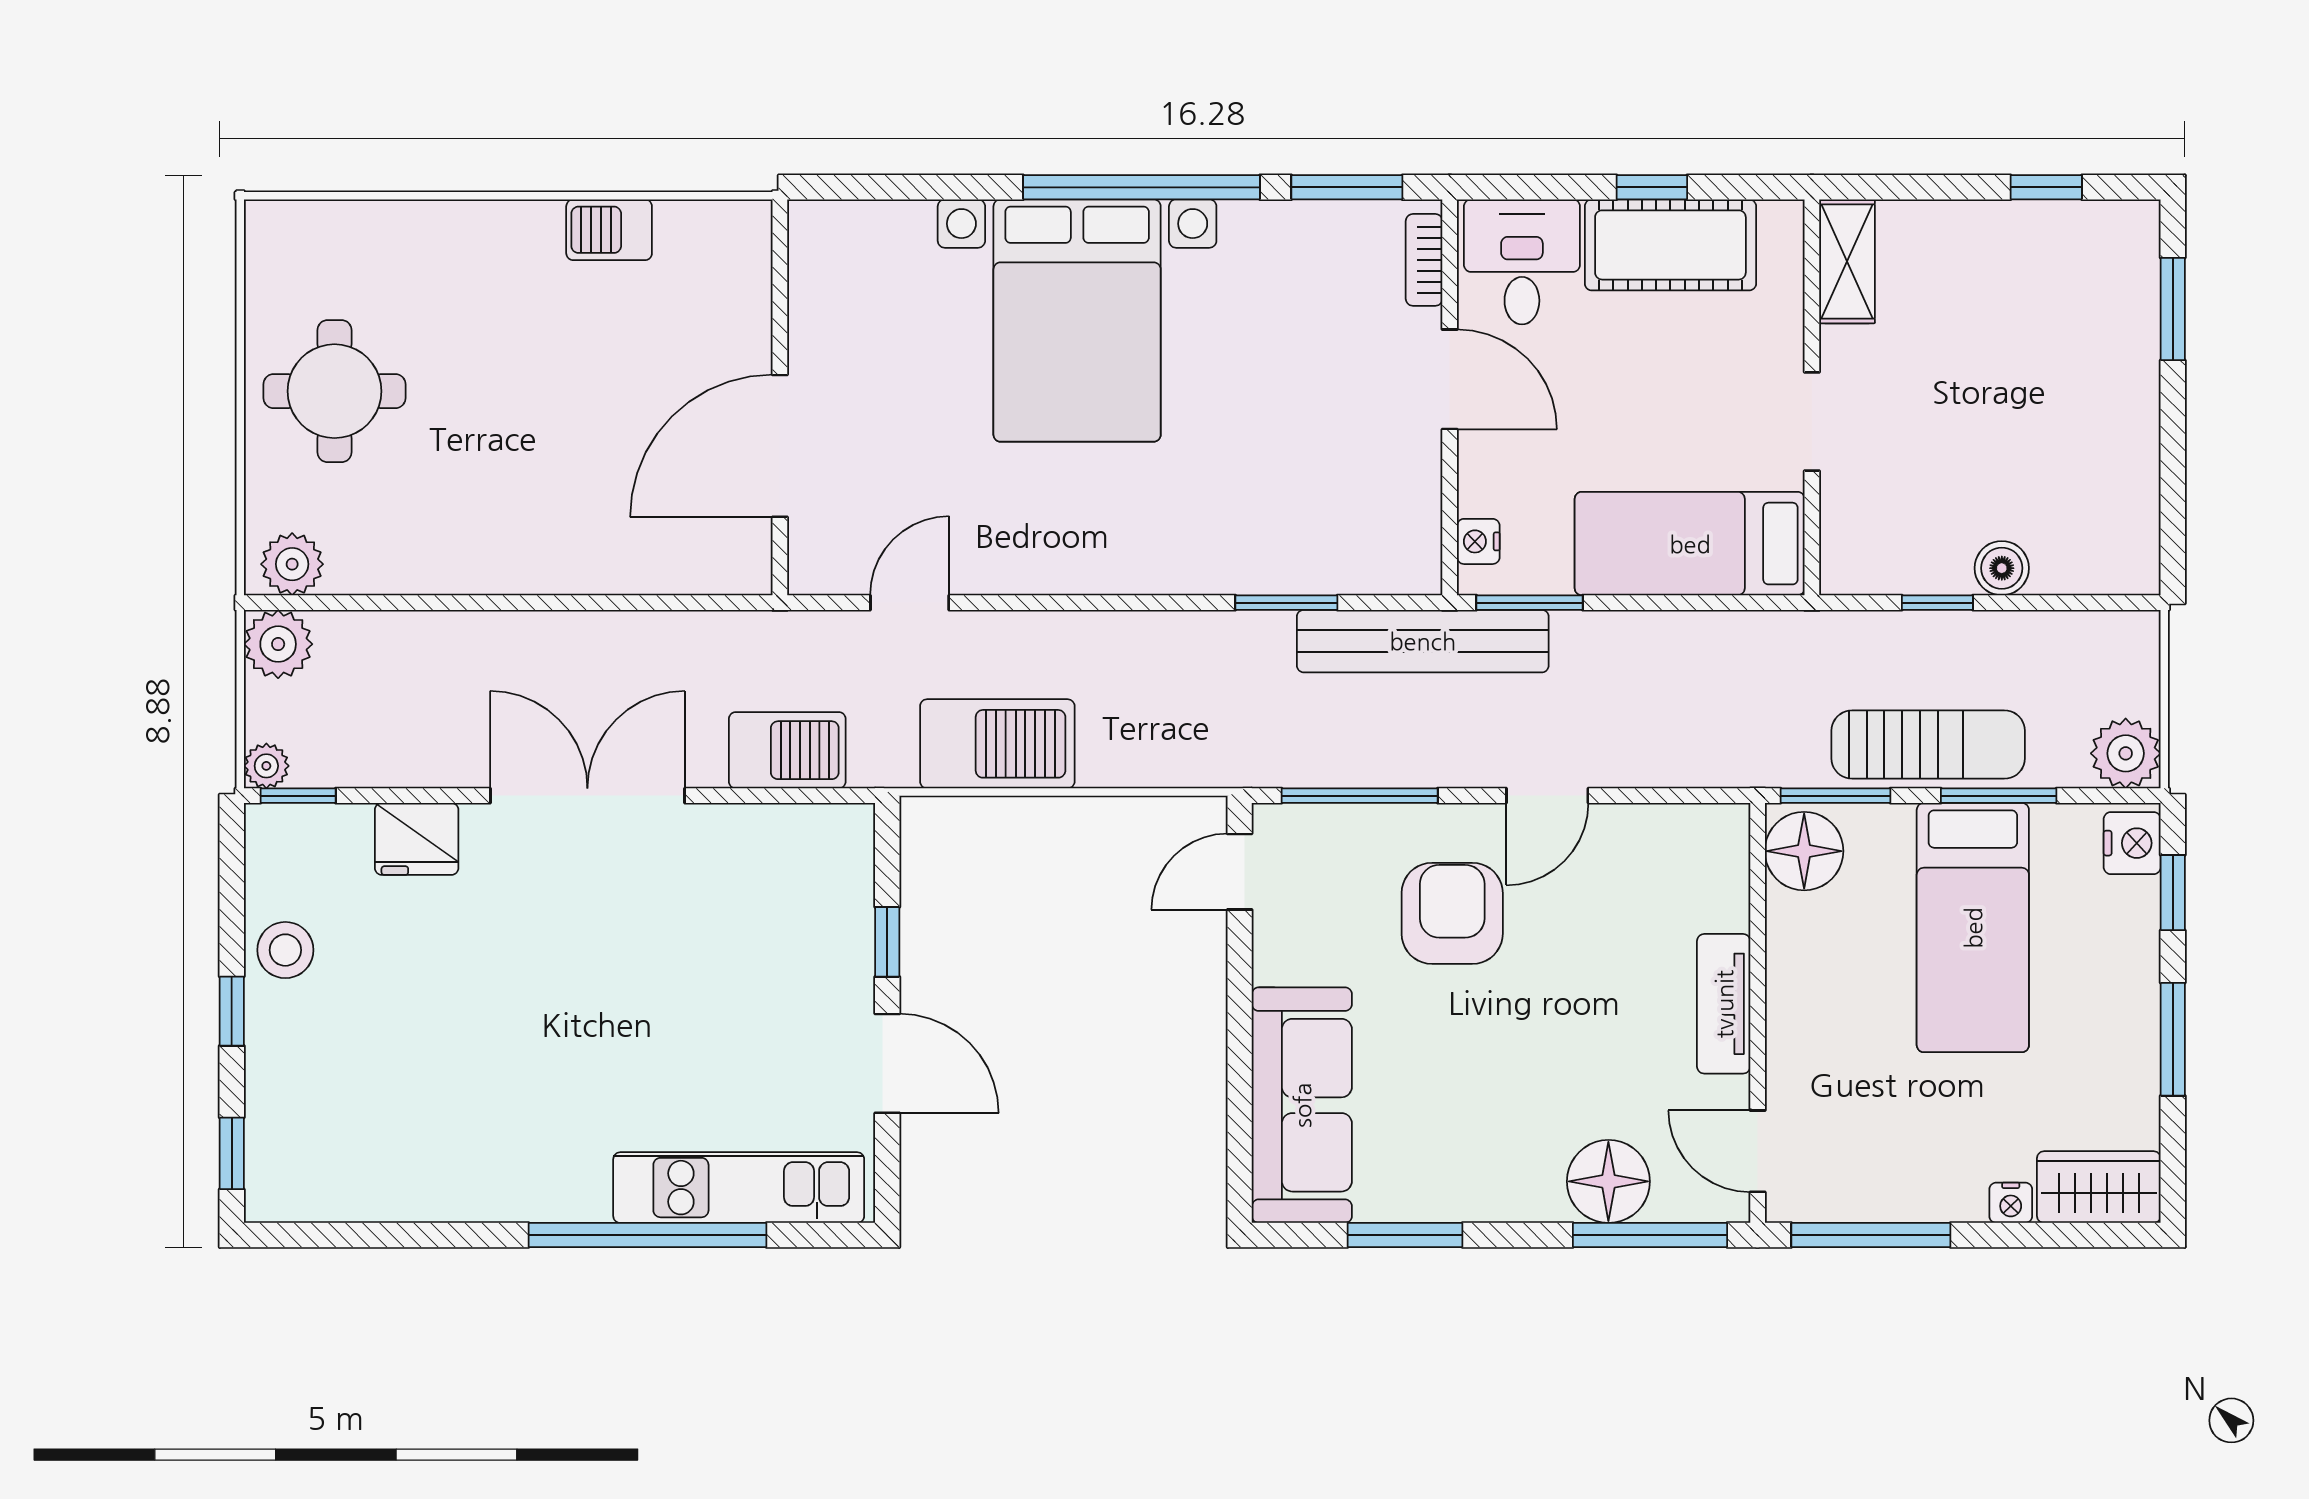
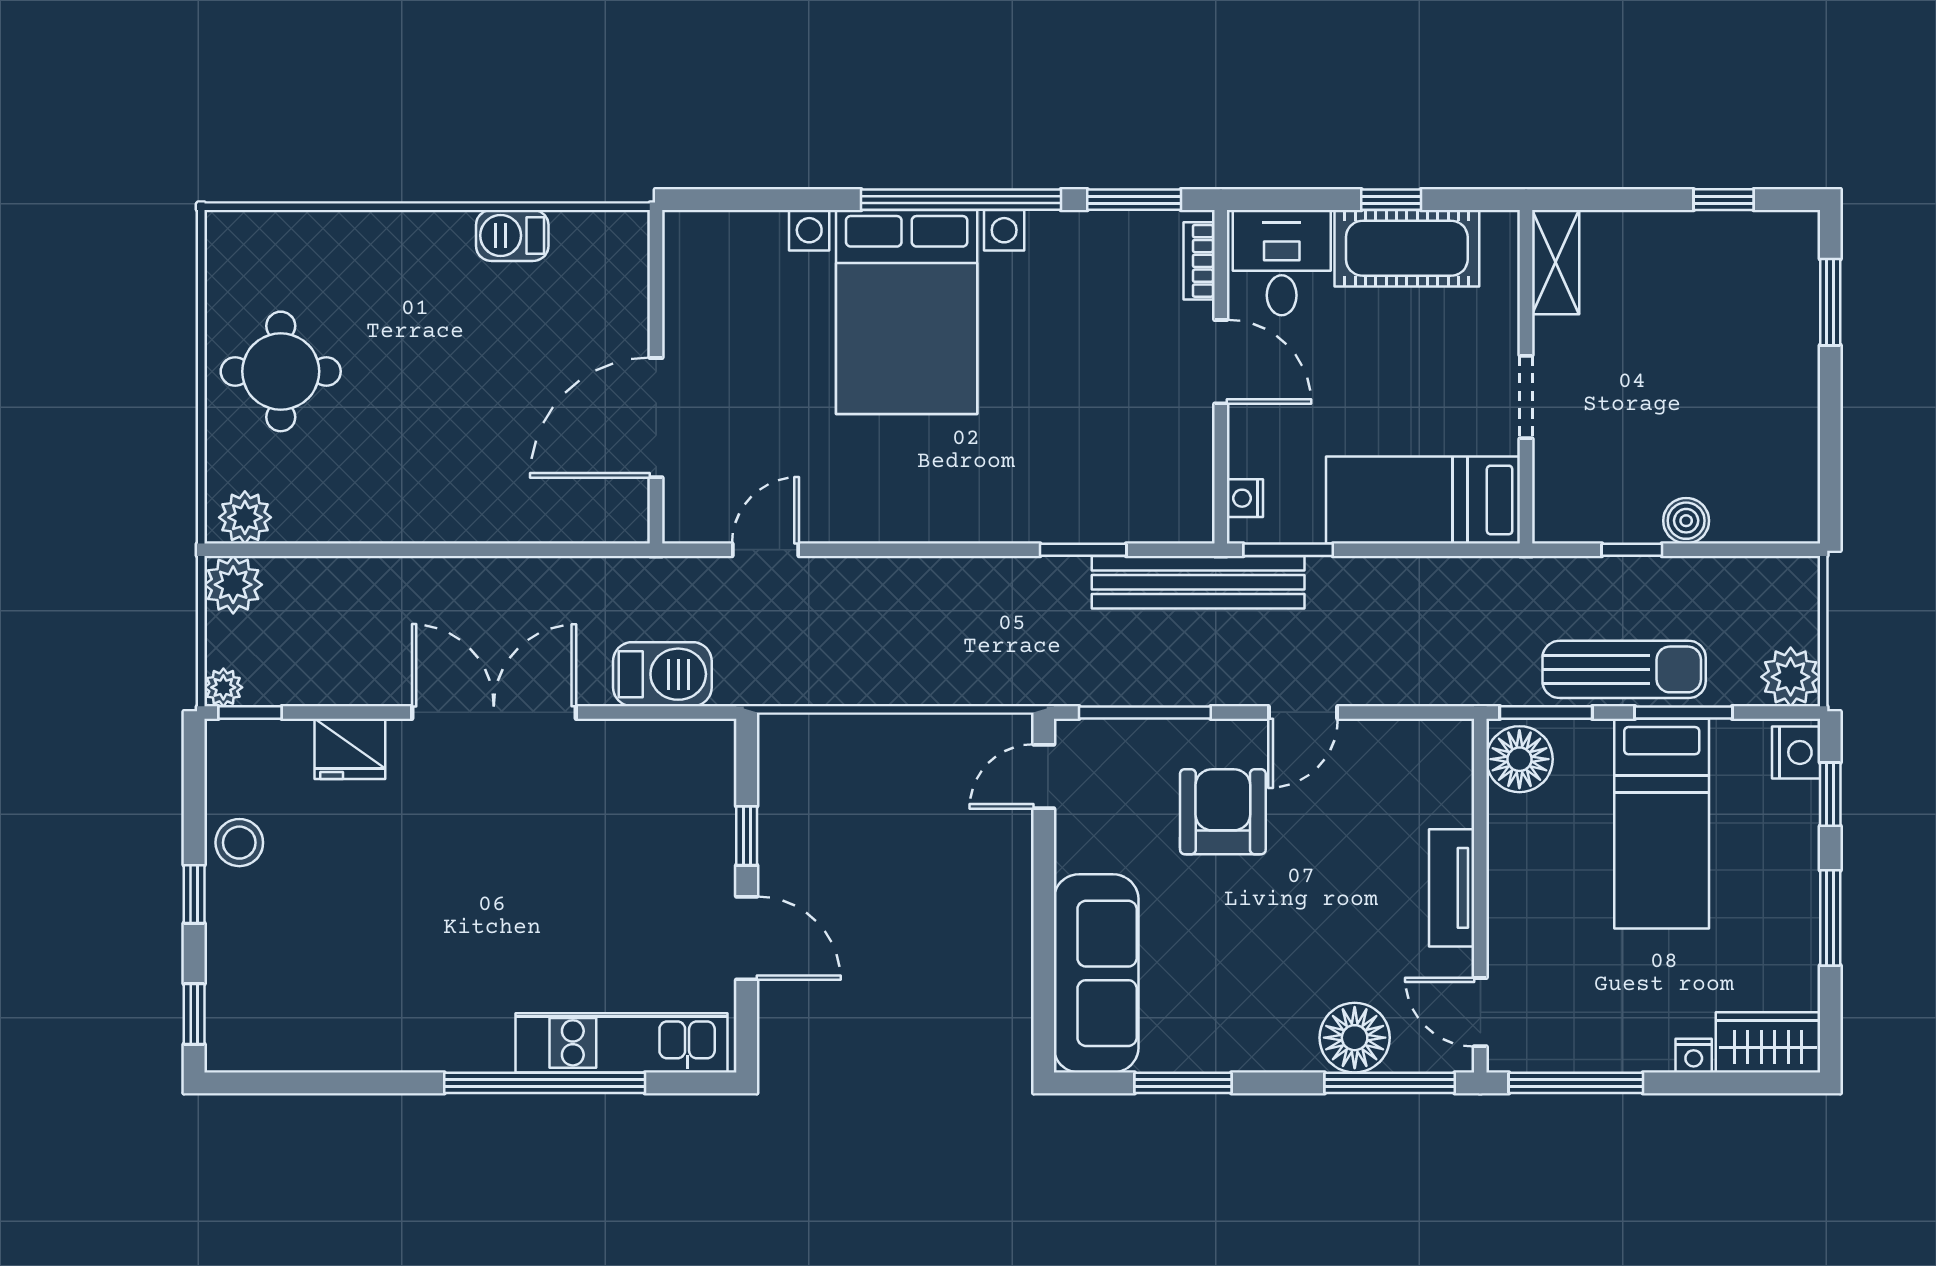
barbecue: (997, 744) -> (839, 669), removed

